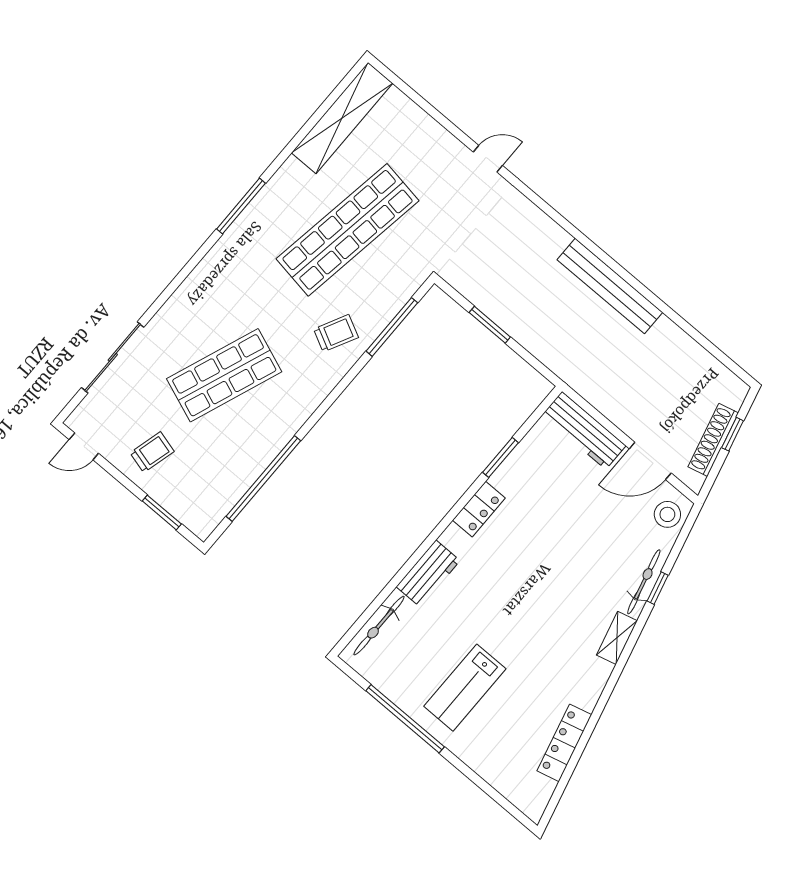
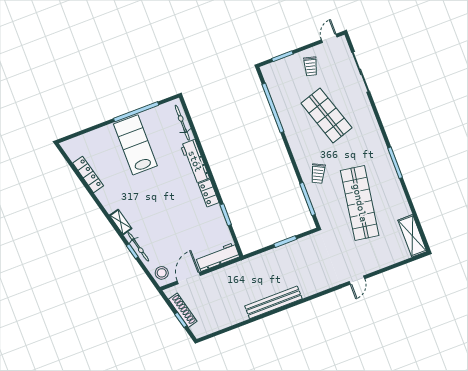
shelving: (342, 118) -> (412, 236), width x0.68
shop shelf: (224, 375) -> (326, 116), turned -39
workbench: (428, 574) -> (195, 161), width x1.38
lab bench: (465, 688) -> (135, 145), width x1.36, depth x1.39

